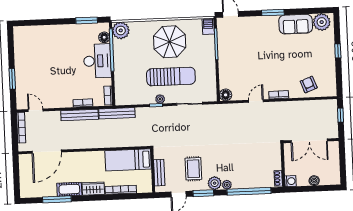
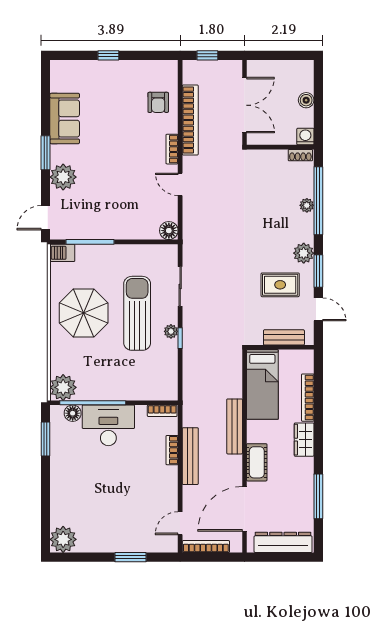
plant: (322, 22) -> (63, 177), moved
plant: (22, 35) -> (63, 539), added
armchair: (309, 84) -> (158, 102), turned -69
bookcase: (298, 106) -> (190, 120), added
bench: (117, 113) -> (235, 426), moved
door: (47, 152) -> (244, 509), swing flipped
dresser: (26, 178) -> (283, 542), added
plant: (227, 185) -> (307, 205), moved
cot: (69, 189) -> (257, 462), moved

